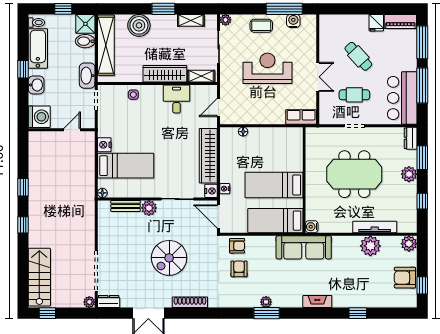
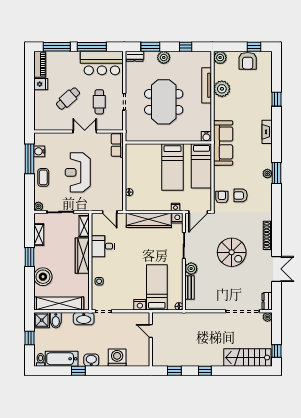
wall: (62, 130) -> (151, 339), moved
door: (72, 130) -> (151, 331), moved

